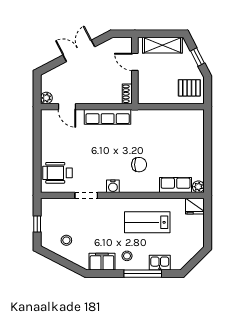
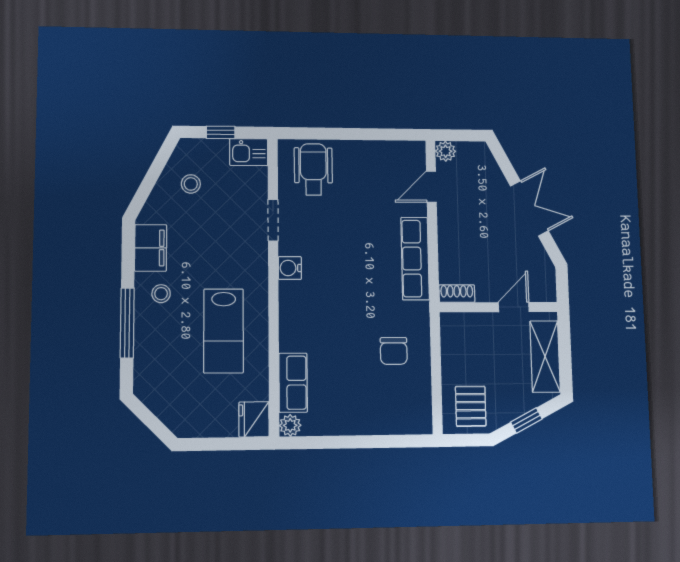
chair: (139, 165) -> (394, 351), moved
lab bench: (147, 222) -> (224, 331), turned 180
kitchen sink: (160, 263) -> (249, 152), moved, turned 90

